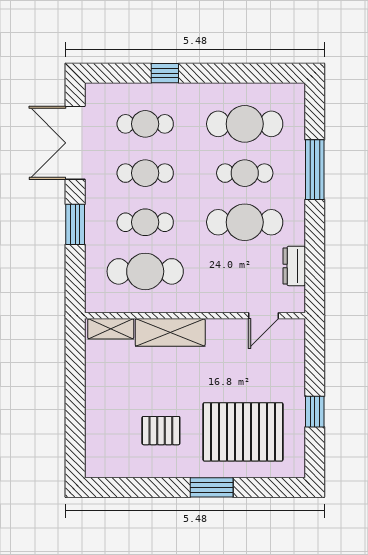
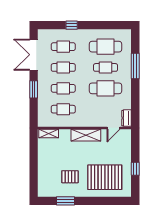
dresser: (294, 266) -> (127, 118), moved
cafe table: (145, 271) -> (63, 109), width x0.73, depth x0.74
shelving: (170, 332) -> (86, 135), moved
window: (212, 487) -> (66, 201), moved

